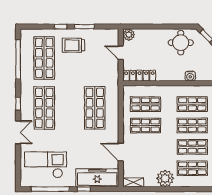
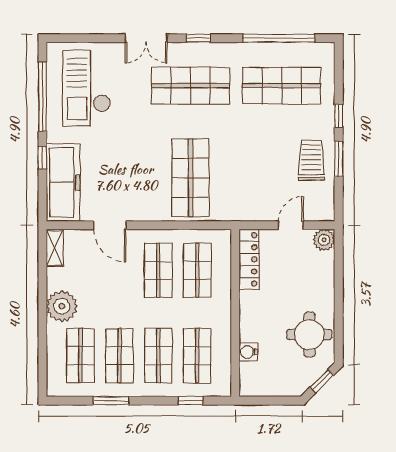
trolley: (73, 45) -> (311, 160), moved
shop shelf: (95, 108) -> (191, 178), turned 90
door: (121, 152) -> (110, 225), swing flipped
checkout: (45, 165) -> (87, 88), turned 180

